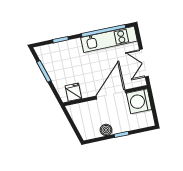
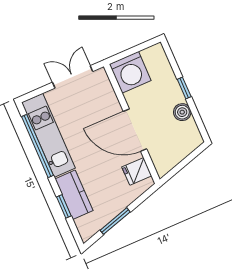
kitchen counter: (67, 48) -> (74, 195), added
double door: (144, 63) -> (73, 77), swing flipped
door: (111, 94) -> (135, 130), moved

